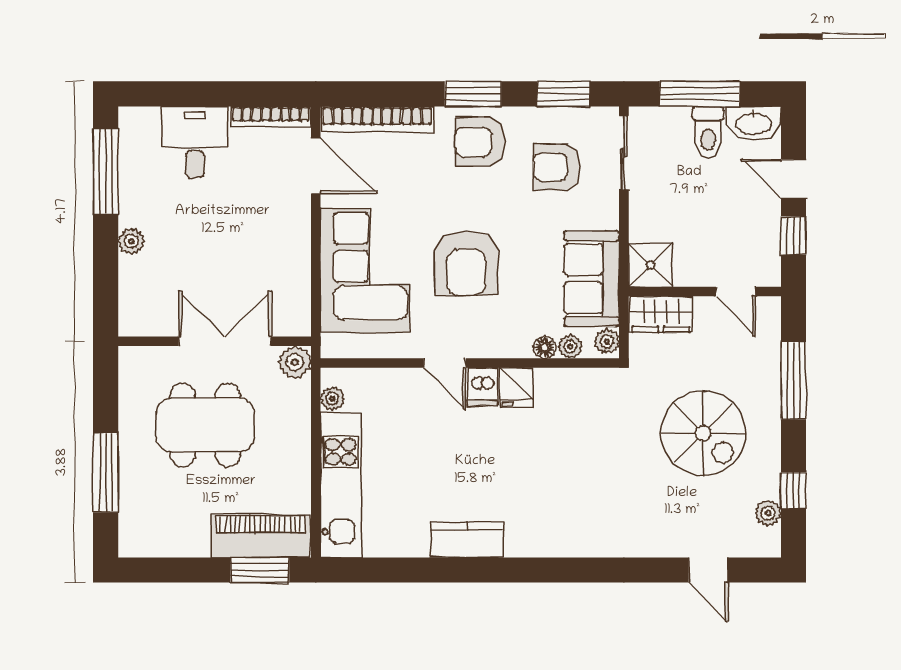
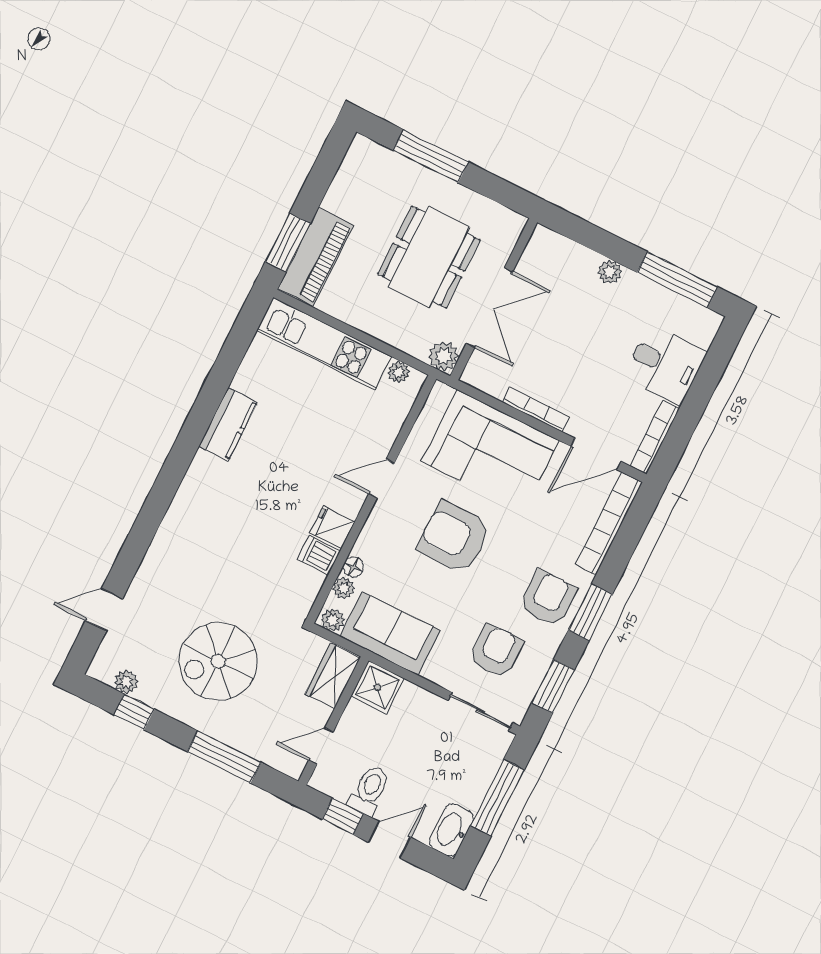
toilet: (708, 132) -> (369, 790), moved, turned 90
bookcase: (302, 246) -> (536, 410), added
dishwasher: (482, 387) -> (319, 555), moved

